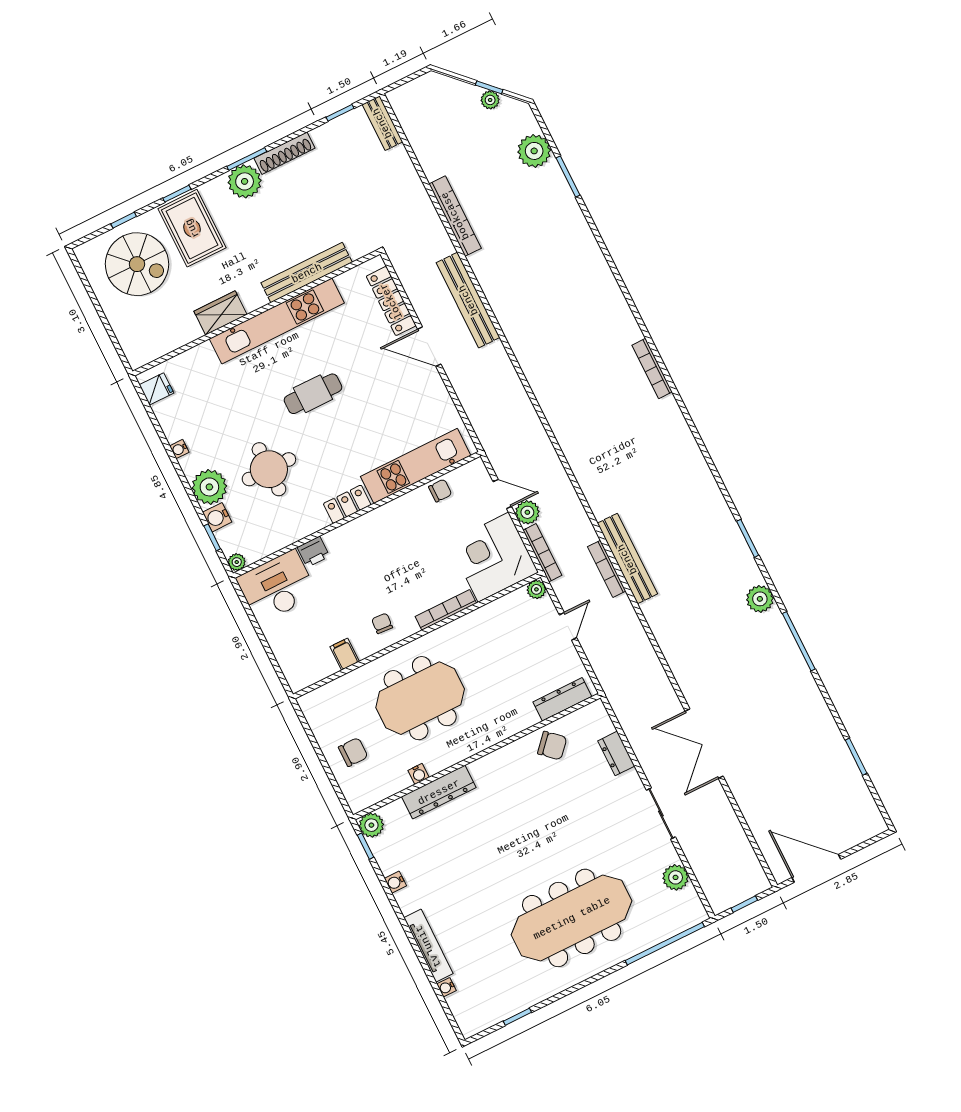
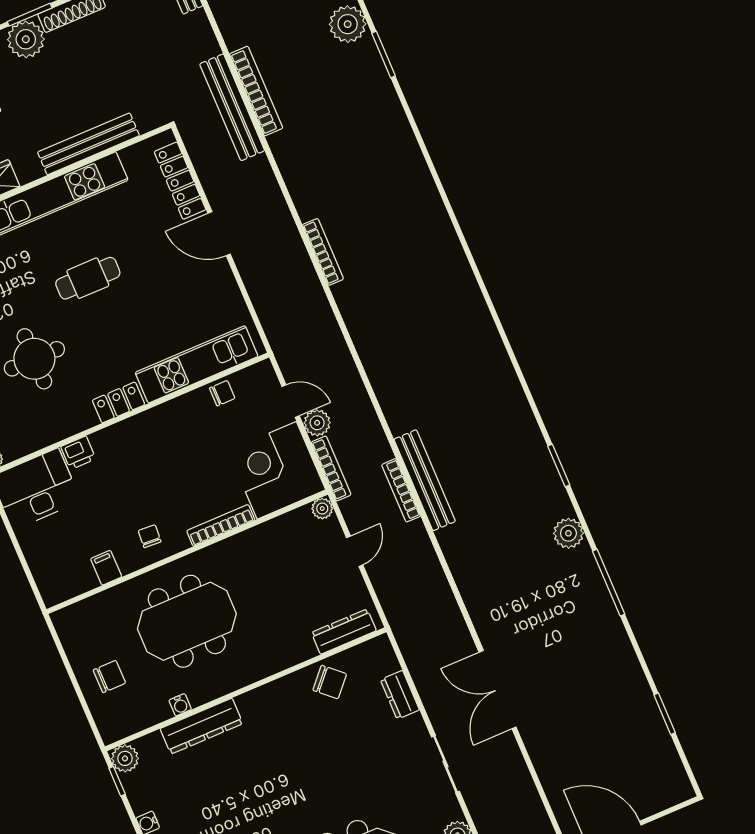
bench: (468, 300) -> (232, 107), moved
bookcase: (652, 368) -> (323, 252), moved, turned 180

